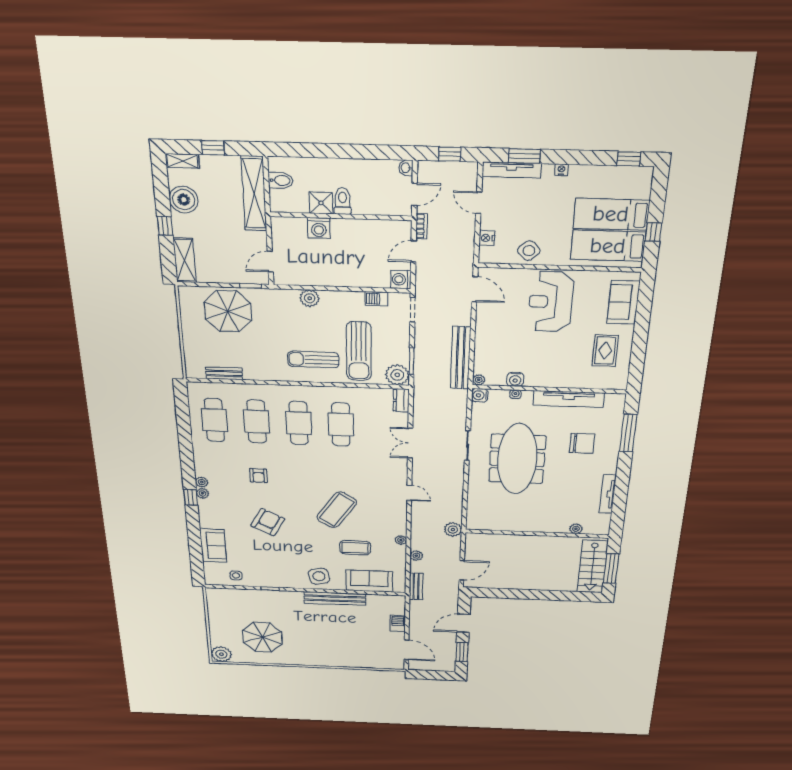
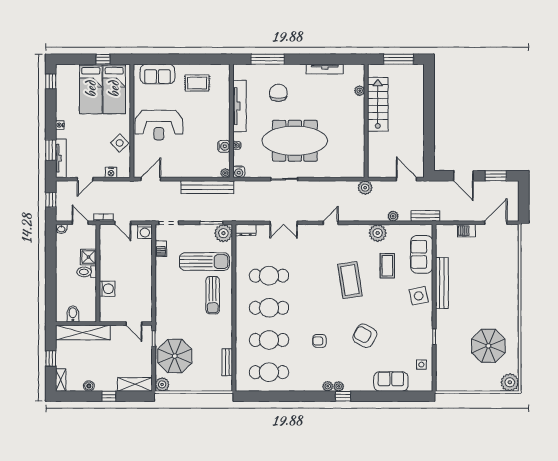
boiler: (184, 200) -> (89, 386), width x0.54, depth x0.54
shower: (321, 203) -> (88, 257), moved
plant: (310, 298) -> (162, 384), moved
armchair: (258, 476) -> (319, 341), turned 180
coffee table: (337, 510) -> (350, 280), turned 47
plant: (401, 540) -> (378, 233), width x1.87, depth x1.87
stairs: (593, 567) -> (378, 104), moved, turned -90

